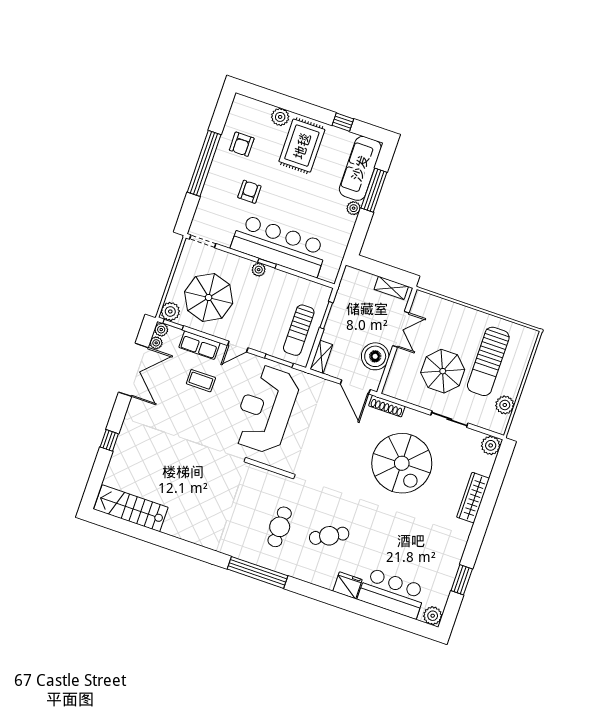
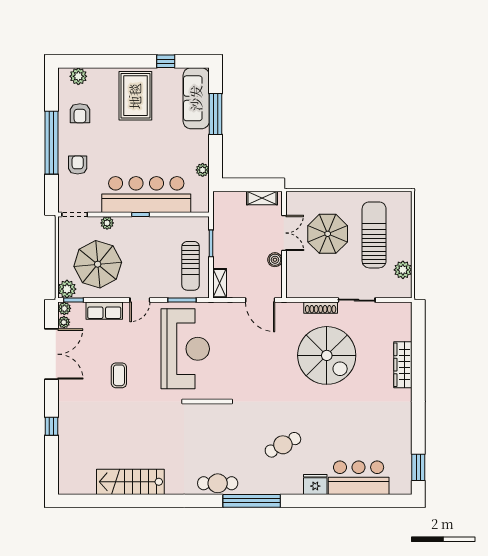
plant: (280, 117) -> (78, 76), moved
armchair: (249, 192) -> (78, 165), moved
plant: (354, 208) -> (203, 170), moved
plant: (259, 270) -> (107, 223), moved
boiler: (375, 356) -> (275, 260), width x0.54, depth x0.54
sun lounger: (488, 361) -> (374, 235), turned 180
parasol: (443, 371) -> (328, 234), moved
coffee table: (201, 381) -> (119, 375), moved, turned 90
shoe rack: (387, 406) -> (321, 308), moved
reception desk: (266, 409) -> (185, 349), turned 180
plant: (491, 445) -> (403, 311), removed
stairs: (131, 508) -> (130, 482), moved
cafe table: (280, 527) -> (218, 483), moved, turned 90
window: (257, 572) -> (252, 501), moved
window: (462, 580) -> (418, 467), moved
plant: (433, 616) -> (403, 486), removed

